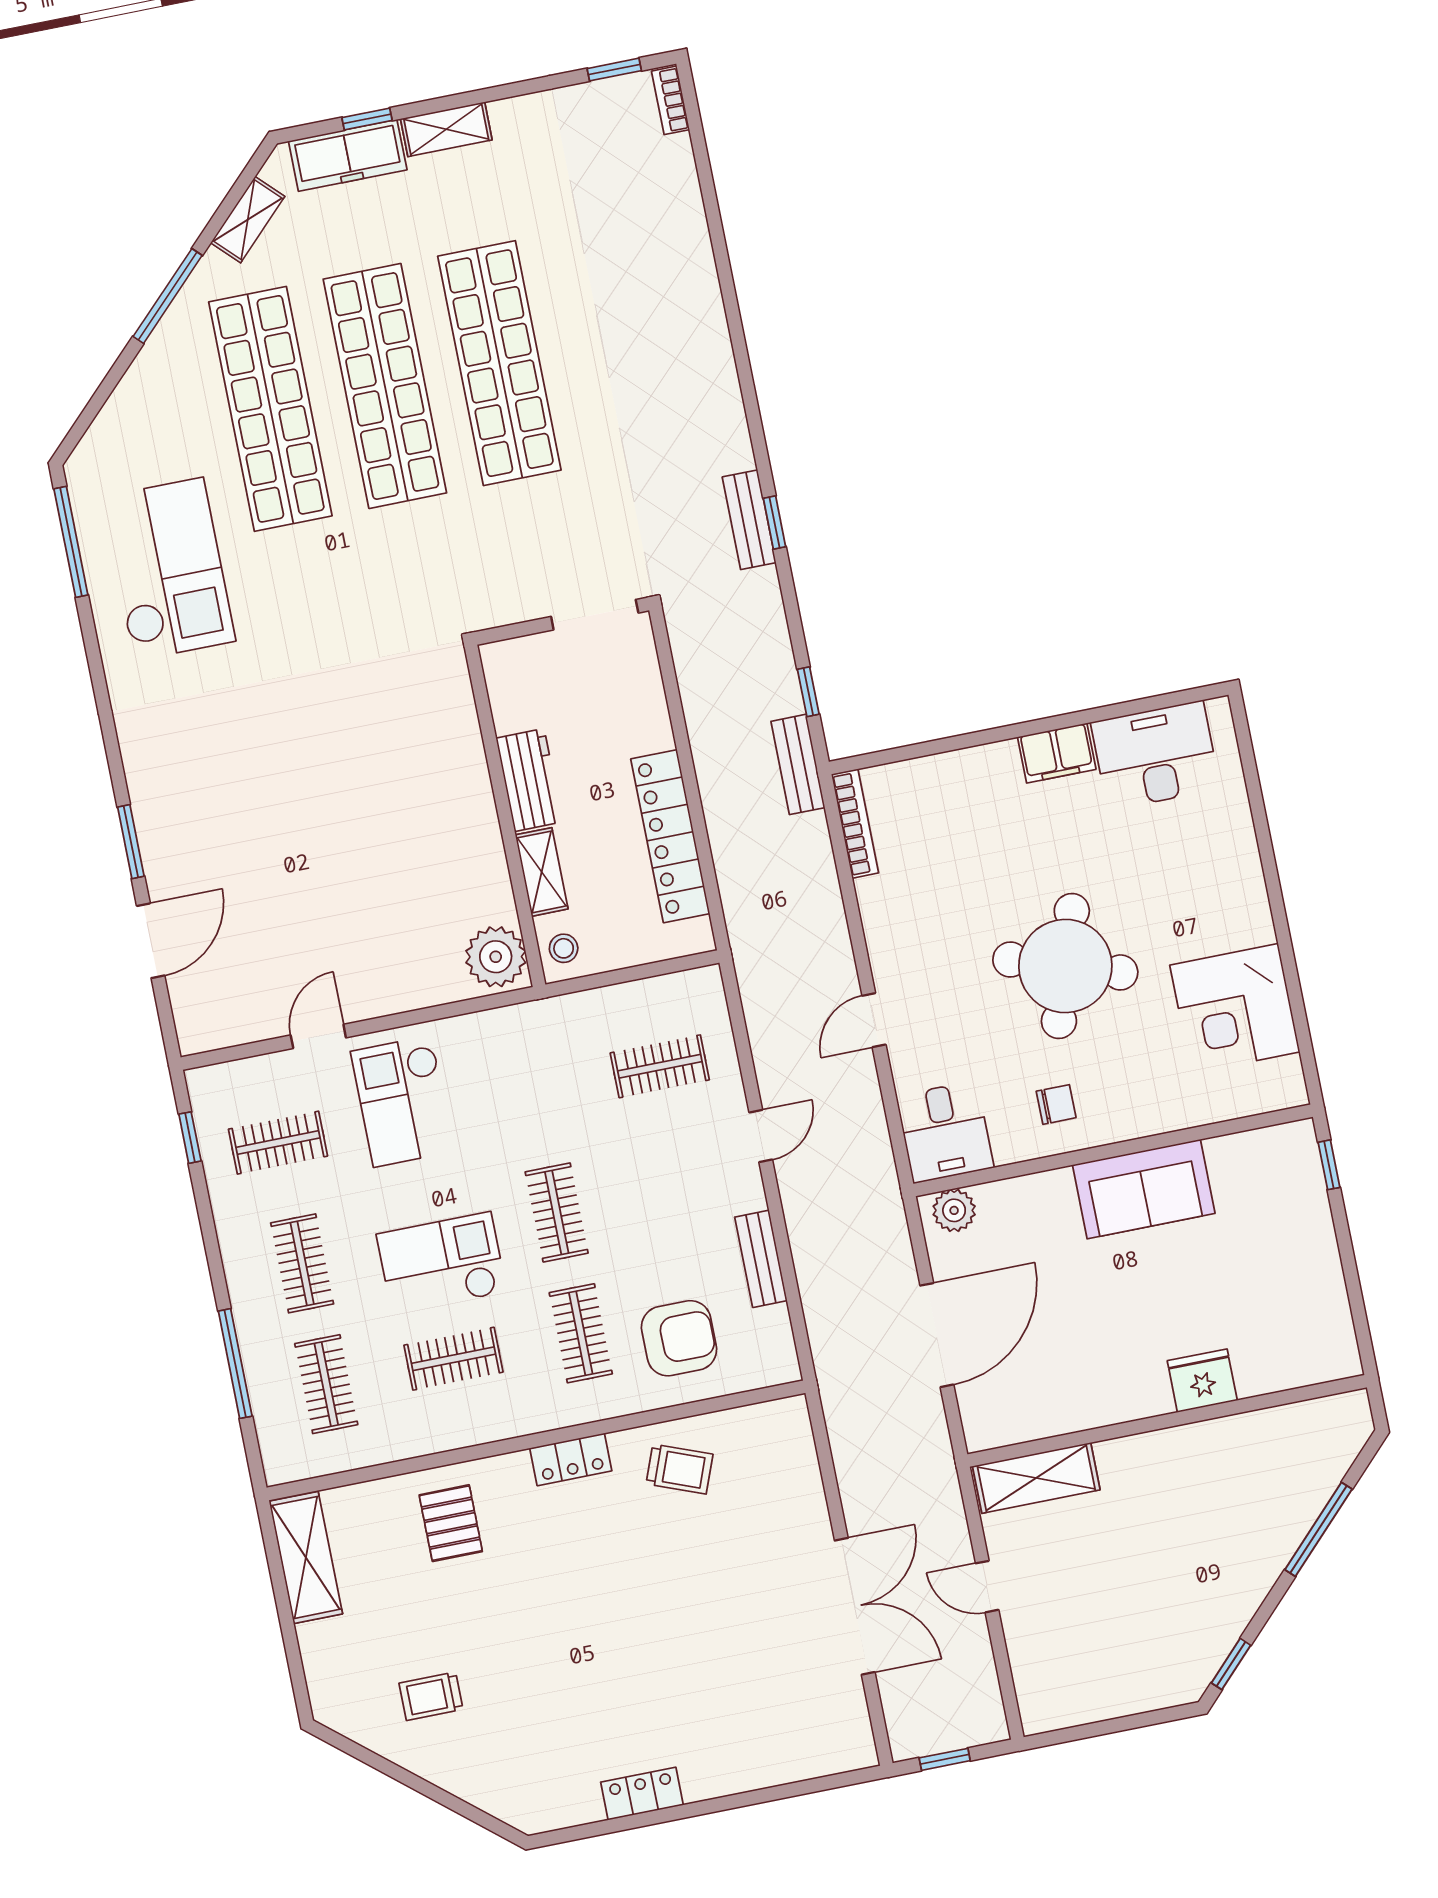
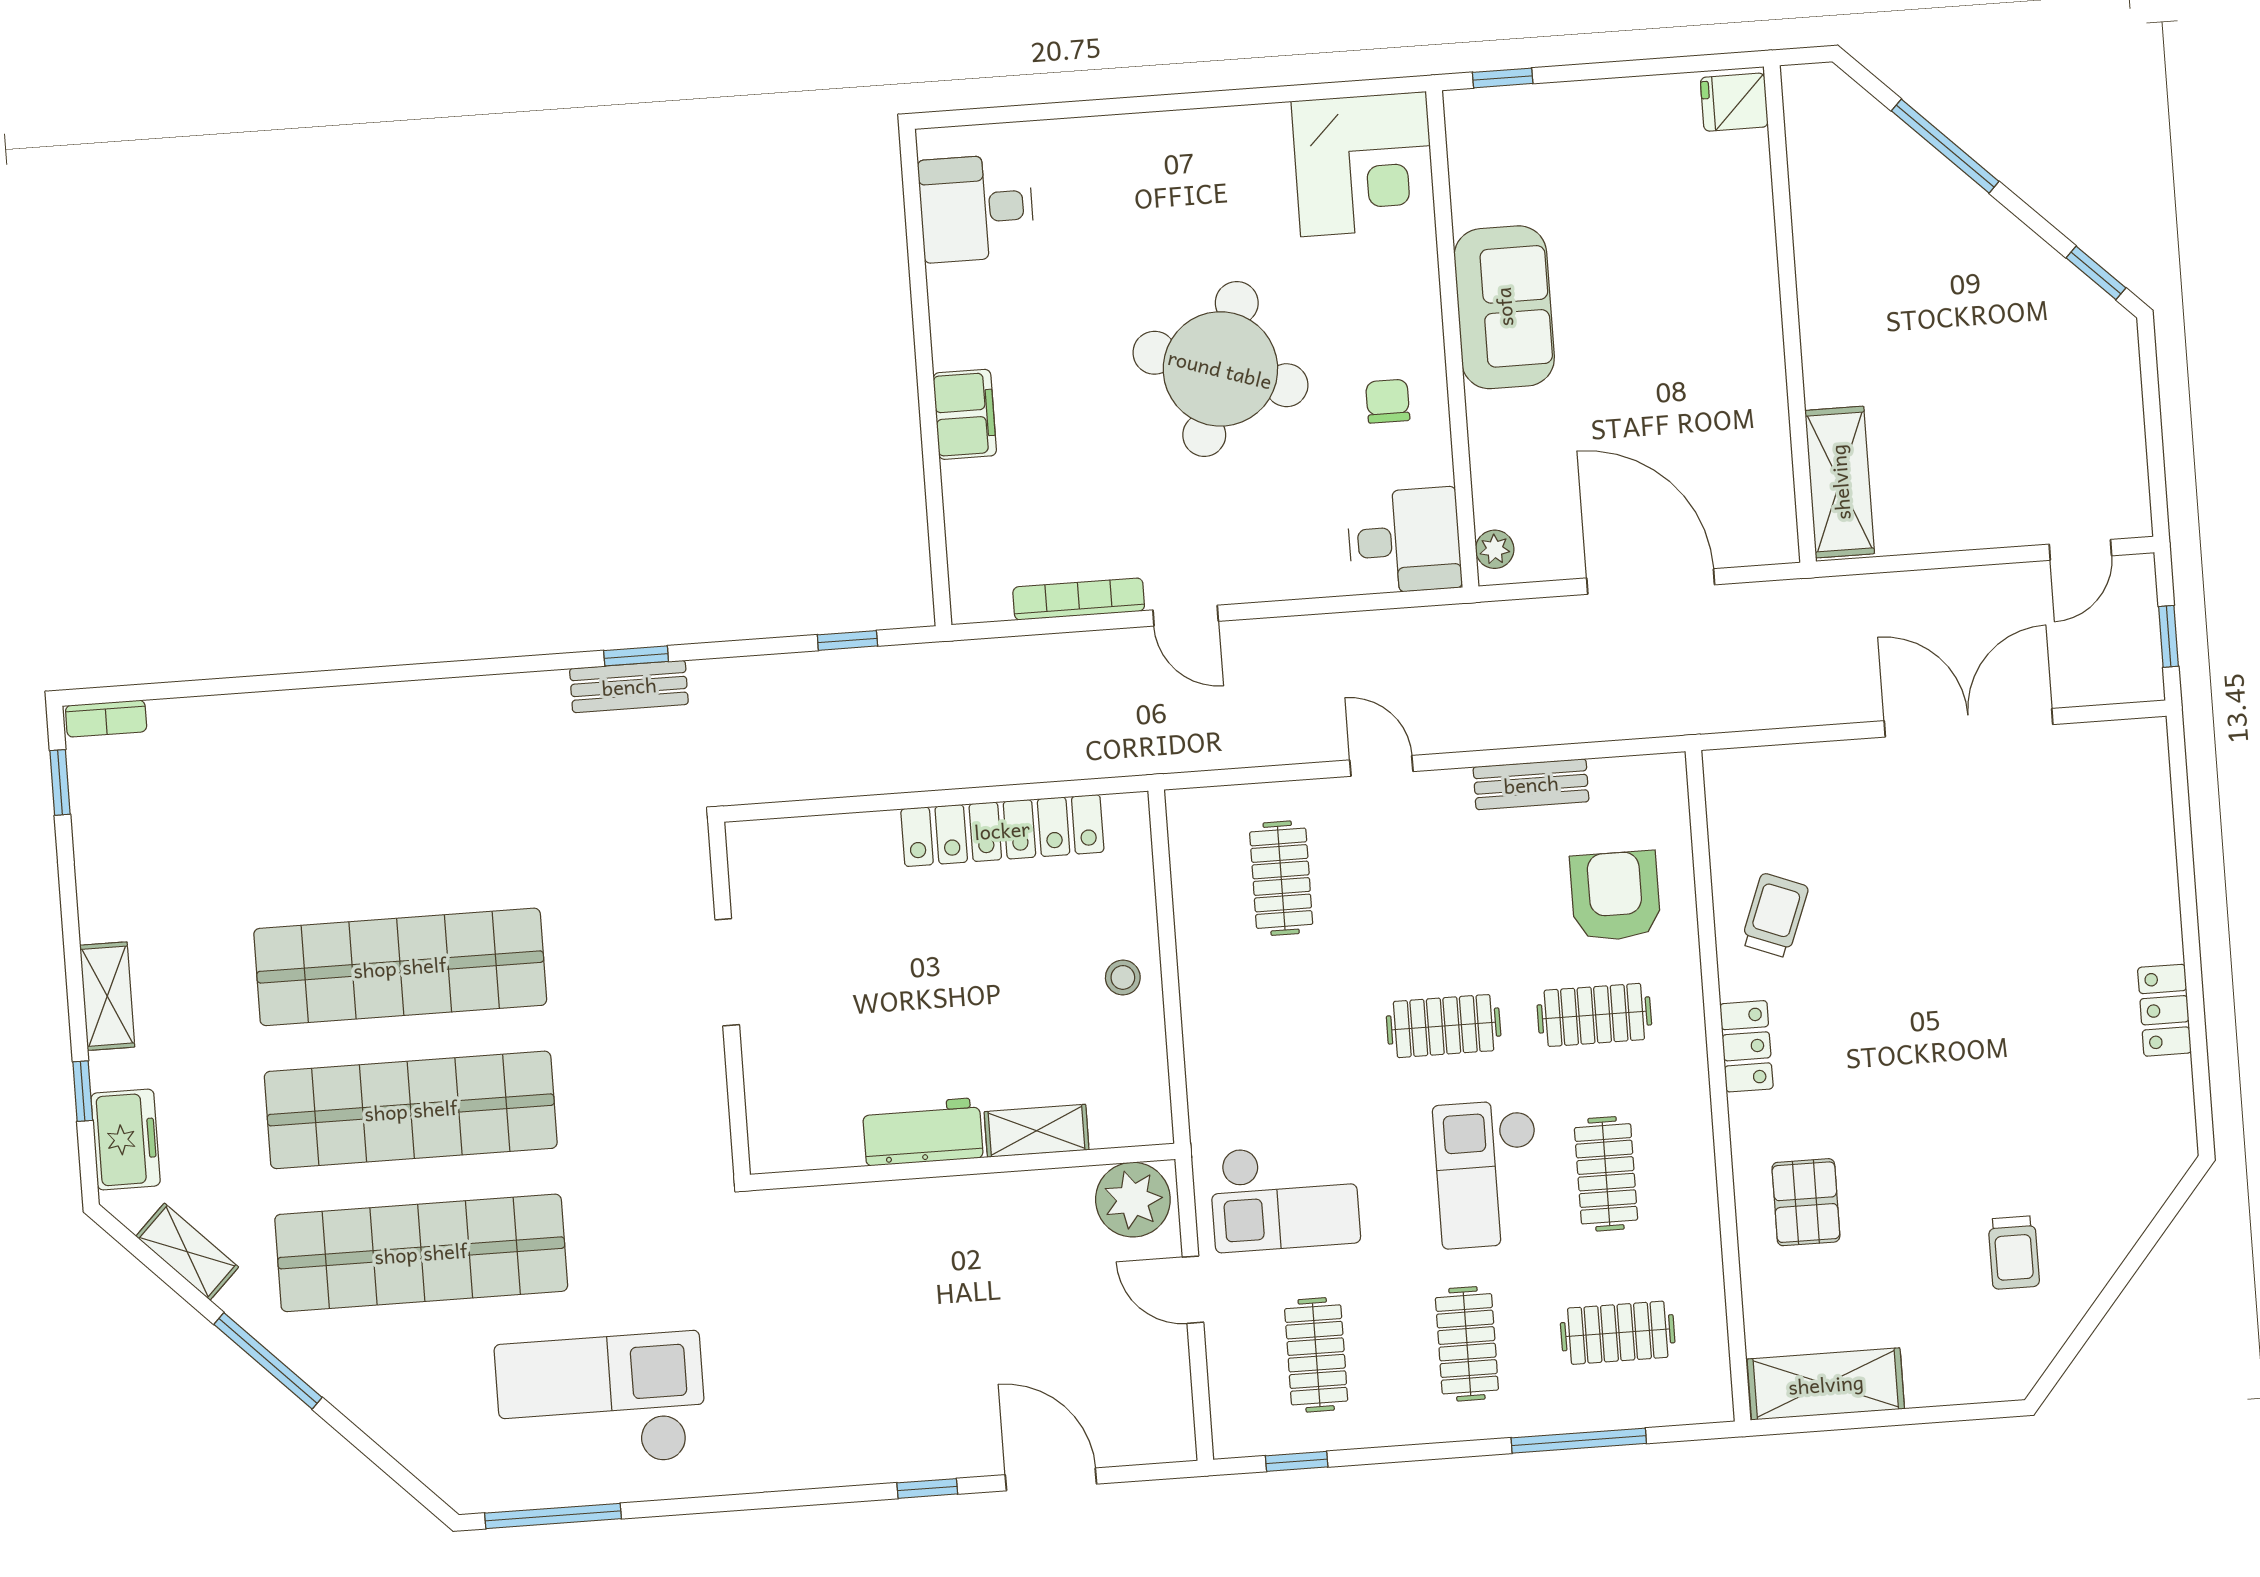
freezer: (348, 155) -> (126, 1140), width x0.71
doorway: (595, 615) -> (727, 972), moved
filing cabinet: (1057, 753) -> (965, 414), moved
desk: (1155, 755) -> (976, 208), width x0.73
bench: (798, 764) -> (934, 664), removed
workbench: (529, 780) -> (923, 1132), moved
wall: (505, 816) -> (963, 1167), moved
bookcase: (855, 824) -> (1079, 599), moved
window: (131, 842) -> (927, 1488), width x0.67
shelving: (542, 872) -> (1037, 1131), moved
plant: (496, 957) -> (1133, 1200), moved
corner desk: (1235, 1008) -> (1364, 164), moved
door: (874, 1020) -> (1186, 616), moved
plant: (954, 1210) -> (1495, 549), width x0.73, depth x0.73
clothes rail: (302, 1263) -> (1467, 1344), turned 90
fridge: (1202, 1381) -> (1734, 102), moved, width x0.72
pallet: (451, 1523) -> (1806, 1202), turned 90
door: (987, 1587) -> (2080, 550), moved

